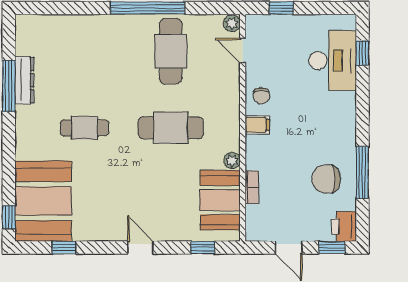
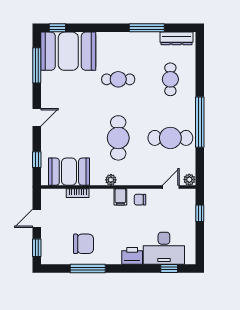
cafe table: (85, 51) -> (170, 79), added
dresser: (24, 80) -> (176, 38), moved
cafe table: (85, 128) -> (118, 79), turned 90
plant: (232, 160) -> (111, 180), moved
chair: (326, 179) -> (83, 244), turned 90
printer: (344, 226) -> (132, 256), moved
window: (64, 248) -> (37, 65), width x2.17

